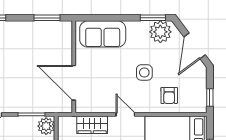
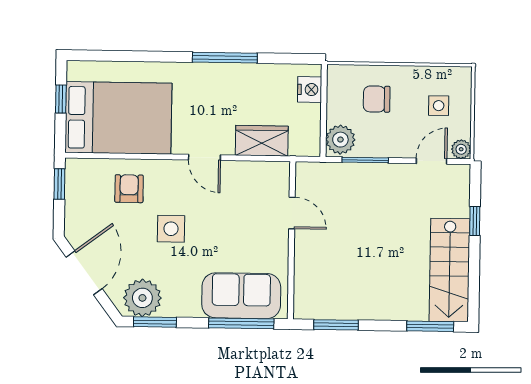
window: (102, 18) -> (241, 323), added
door: (74, 83) -> (292, 213), width x0.53

